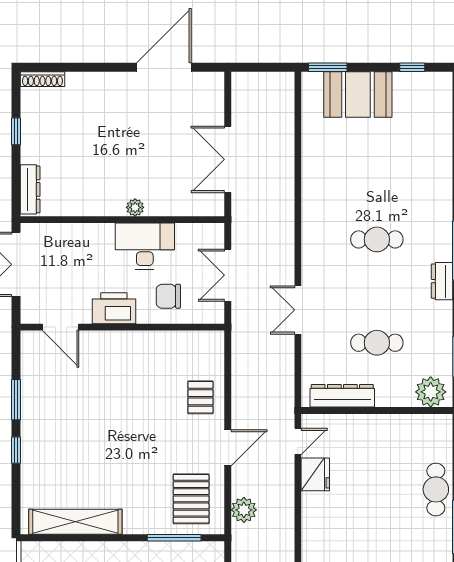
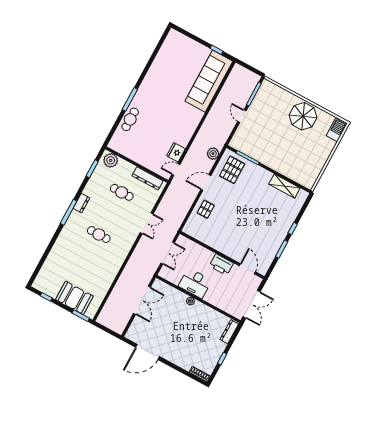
chair: (168, 296) -> (196, 258), removed
shelving: (75, 522) -> (284, 186), width x0.68

